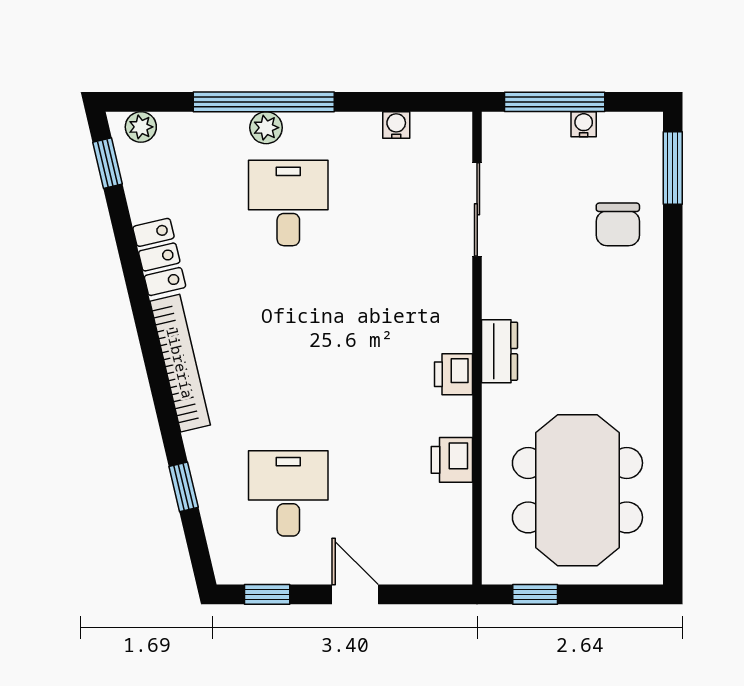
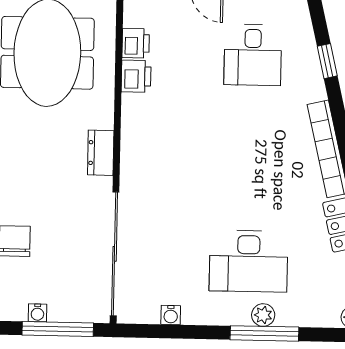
window: (264, 102) -> (264, 333), width x0.68
desk: (288, 203) -> (249, 261), width x1.37
sliding door: (477, 209) -> (115, 254), width x1.86
printer: (454, 374) -> (136, 43), moved

